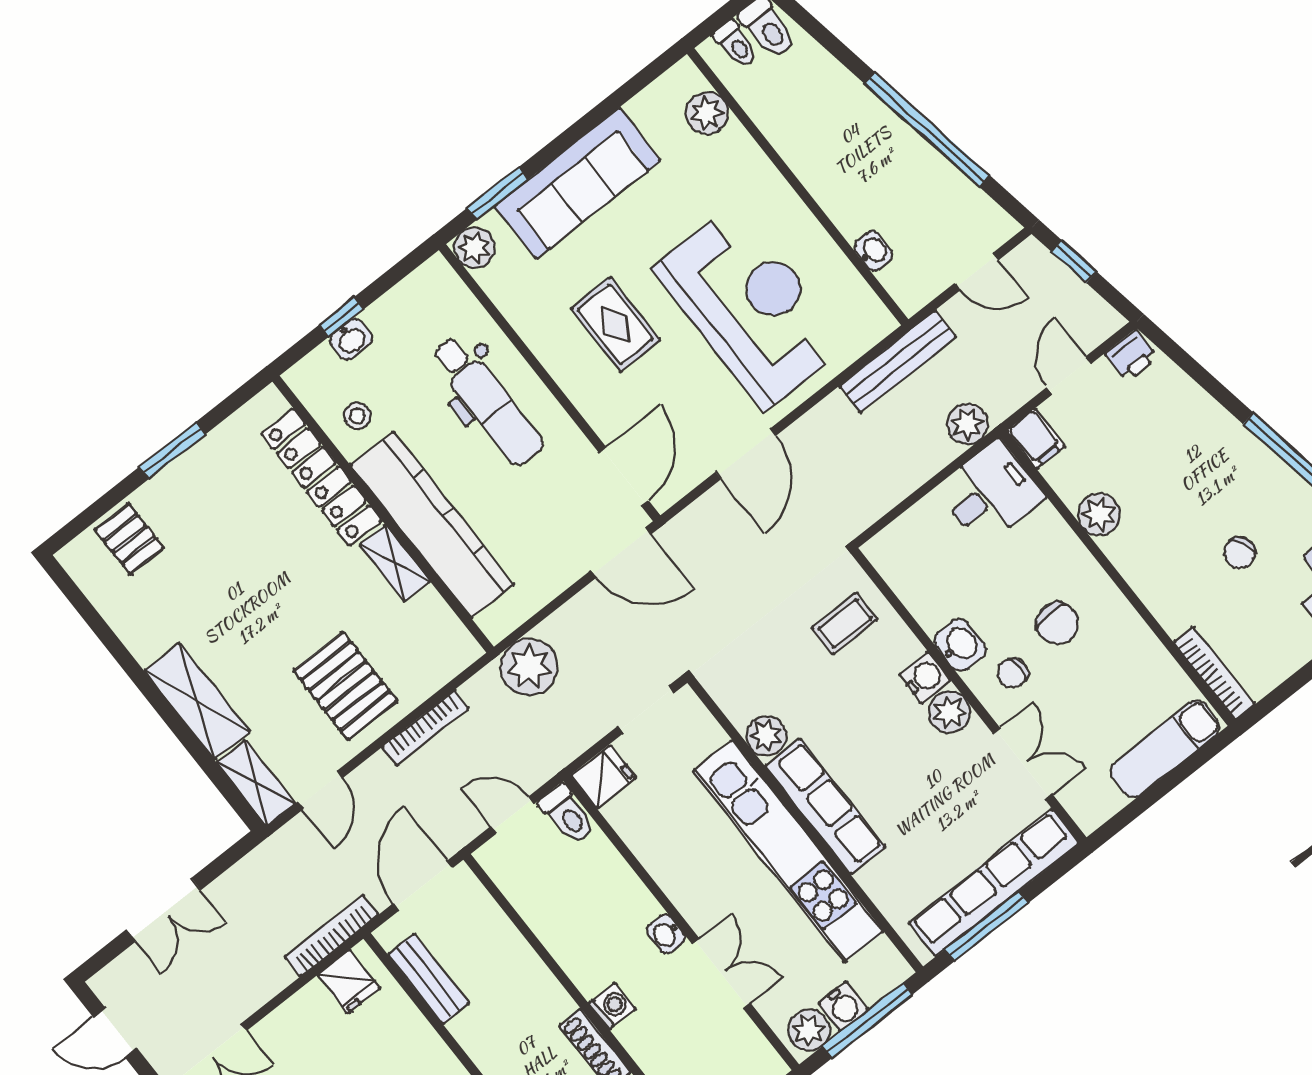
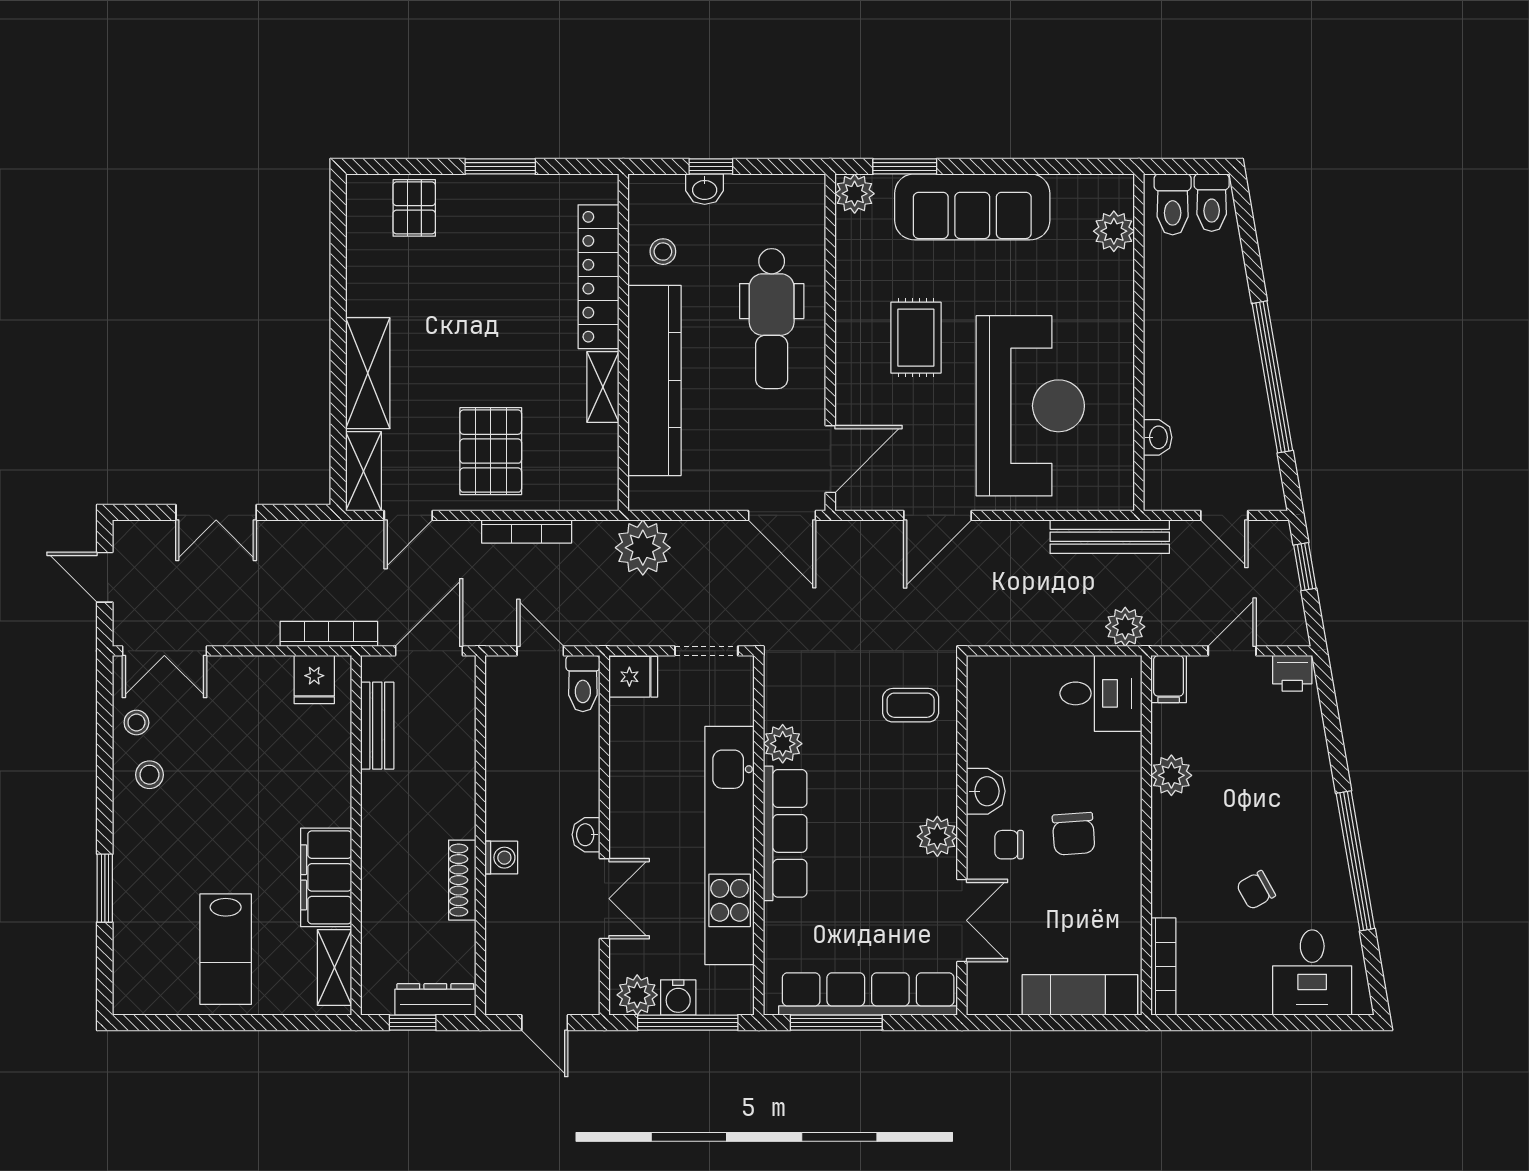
toilet: (736, 44) -> (1173, 204), width x1.37, depth x1.39
water cooler: (925, 677) -> (939, 795), removed

